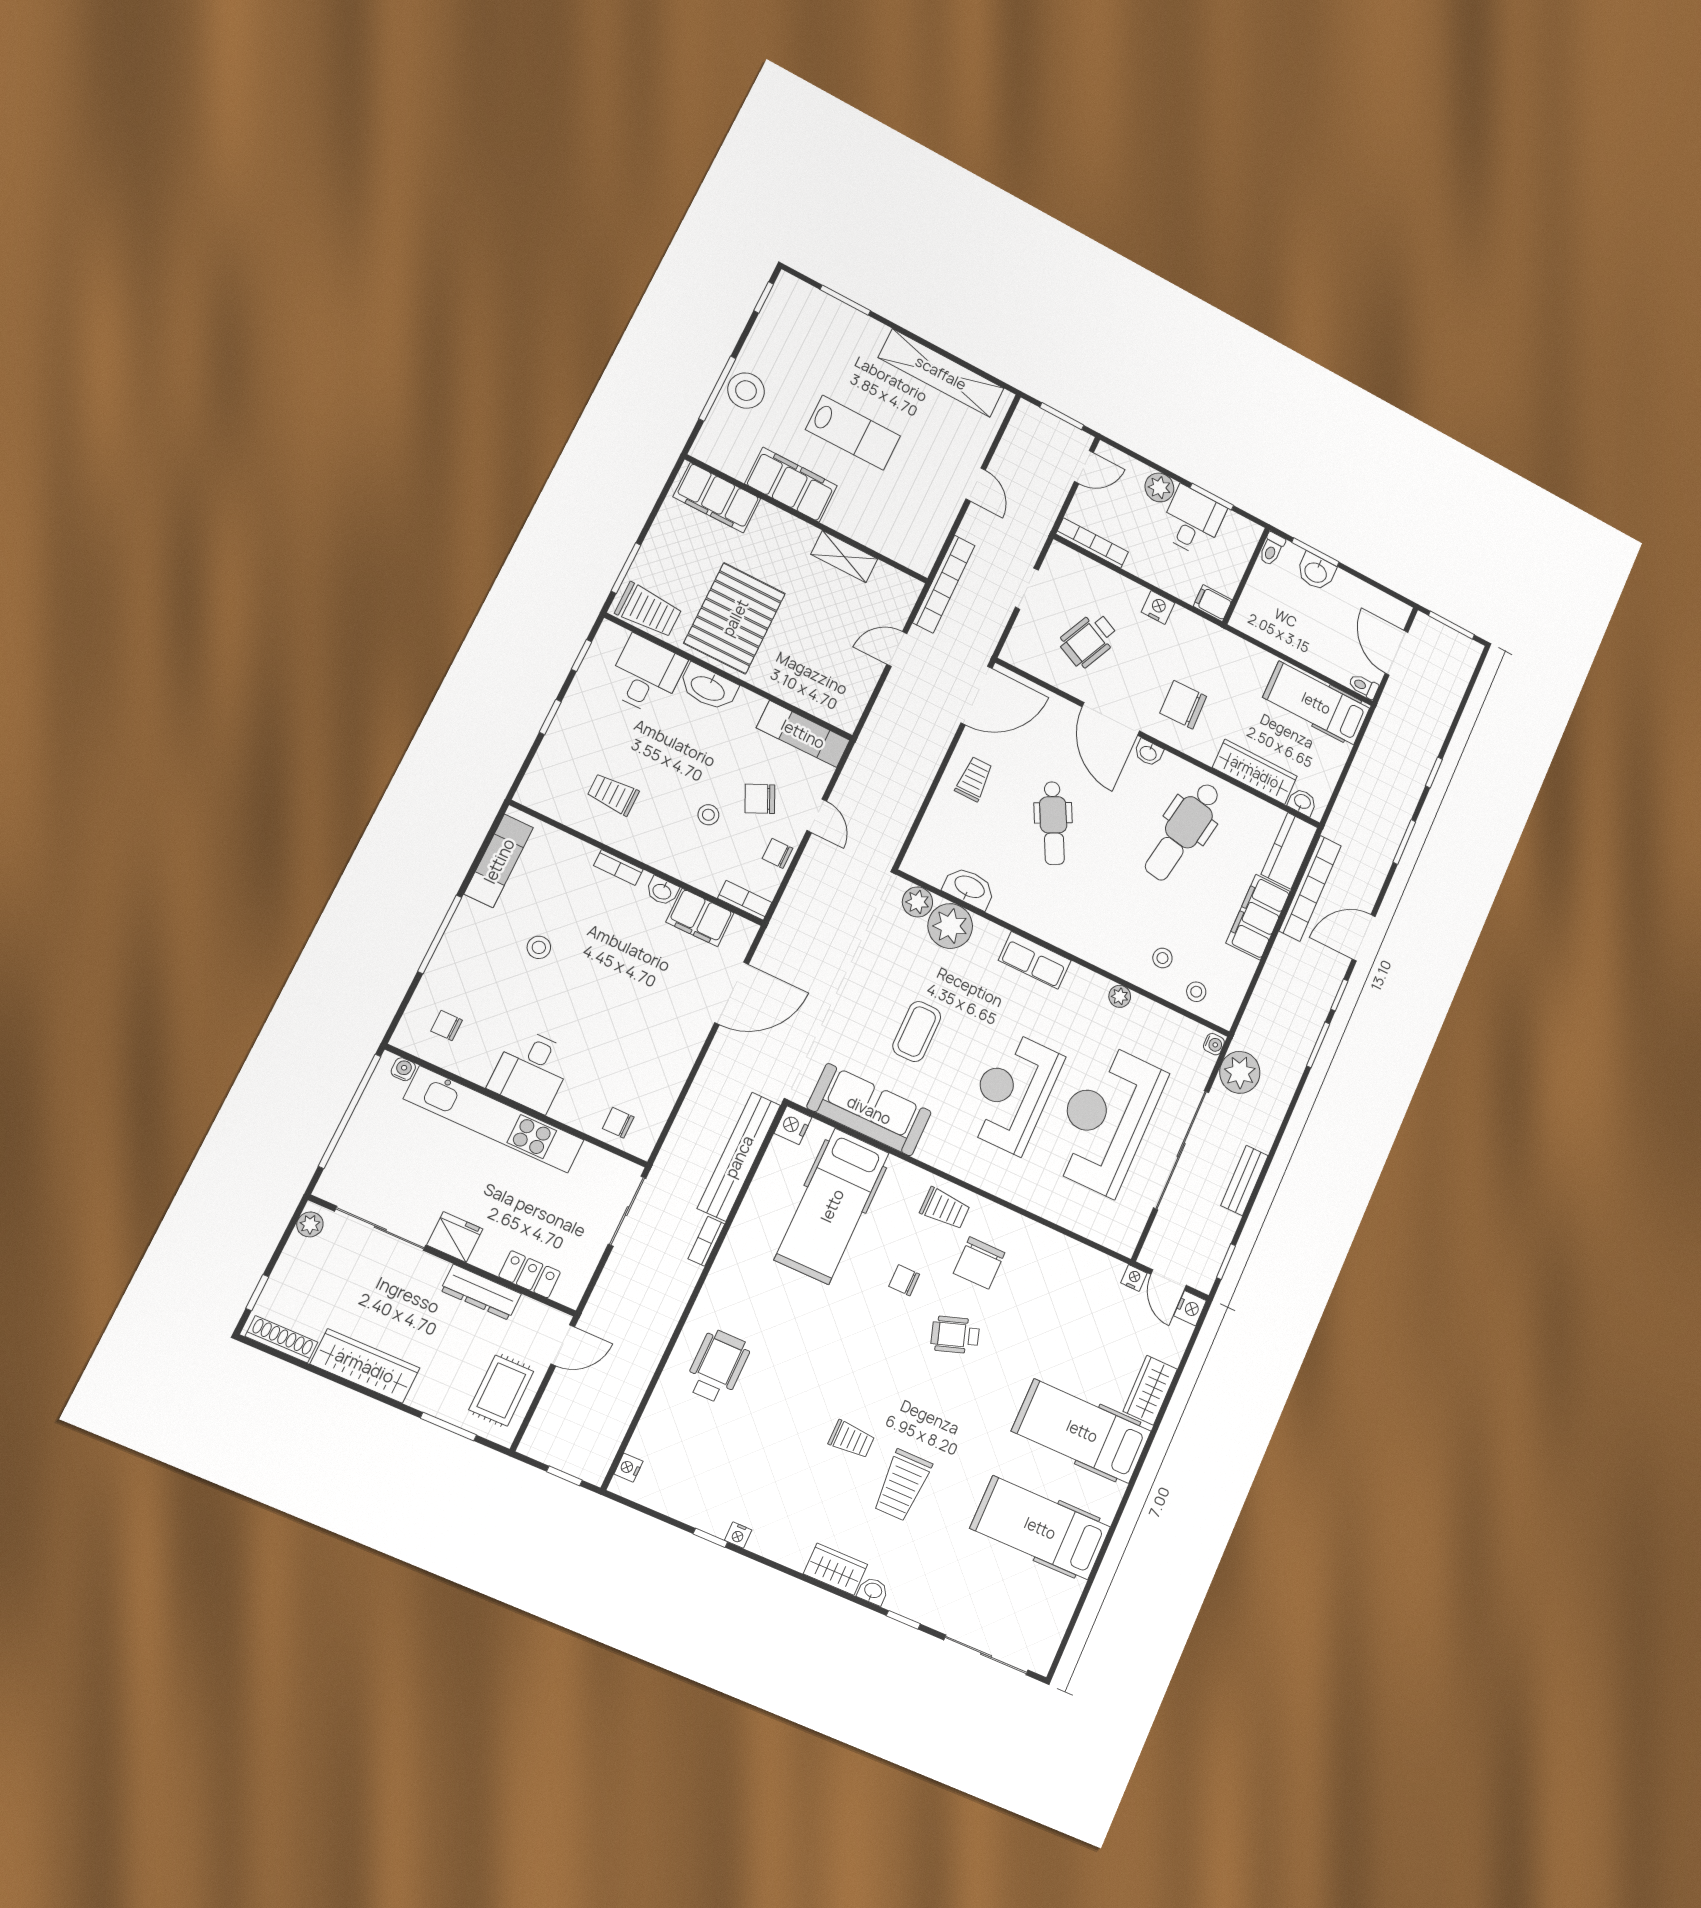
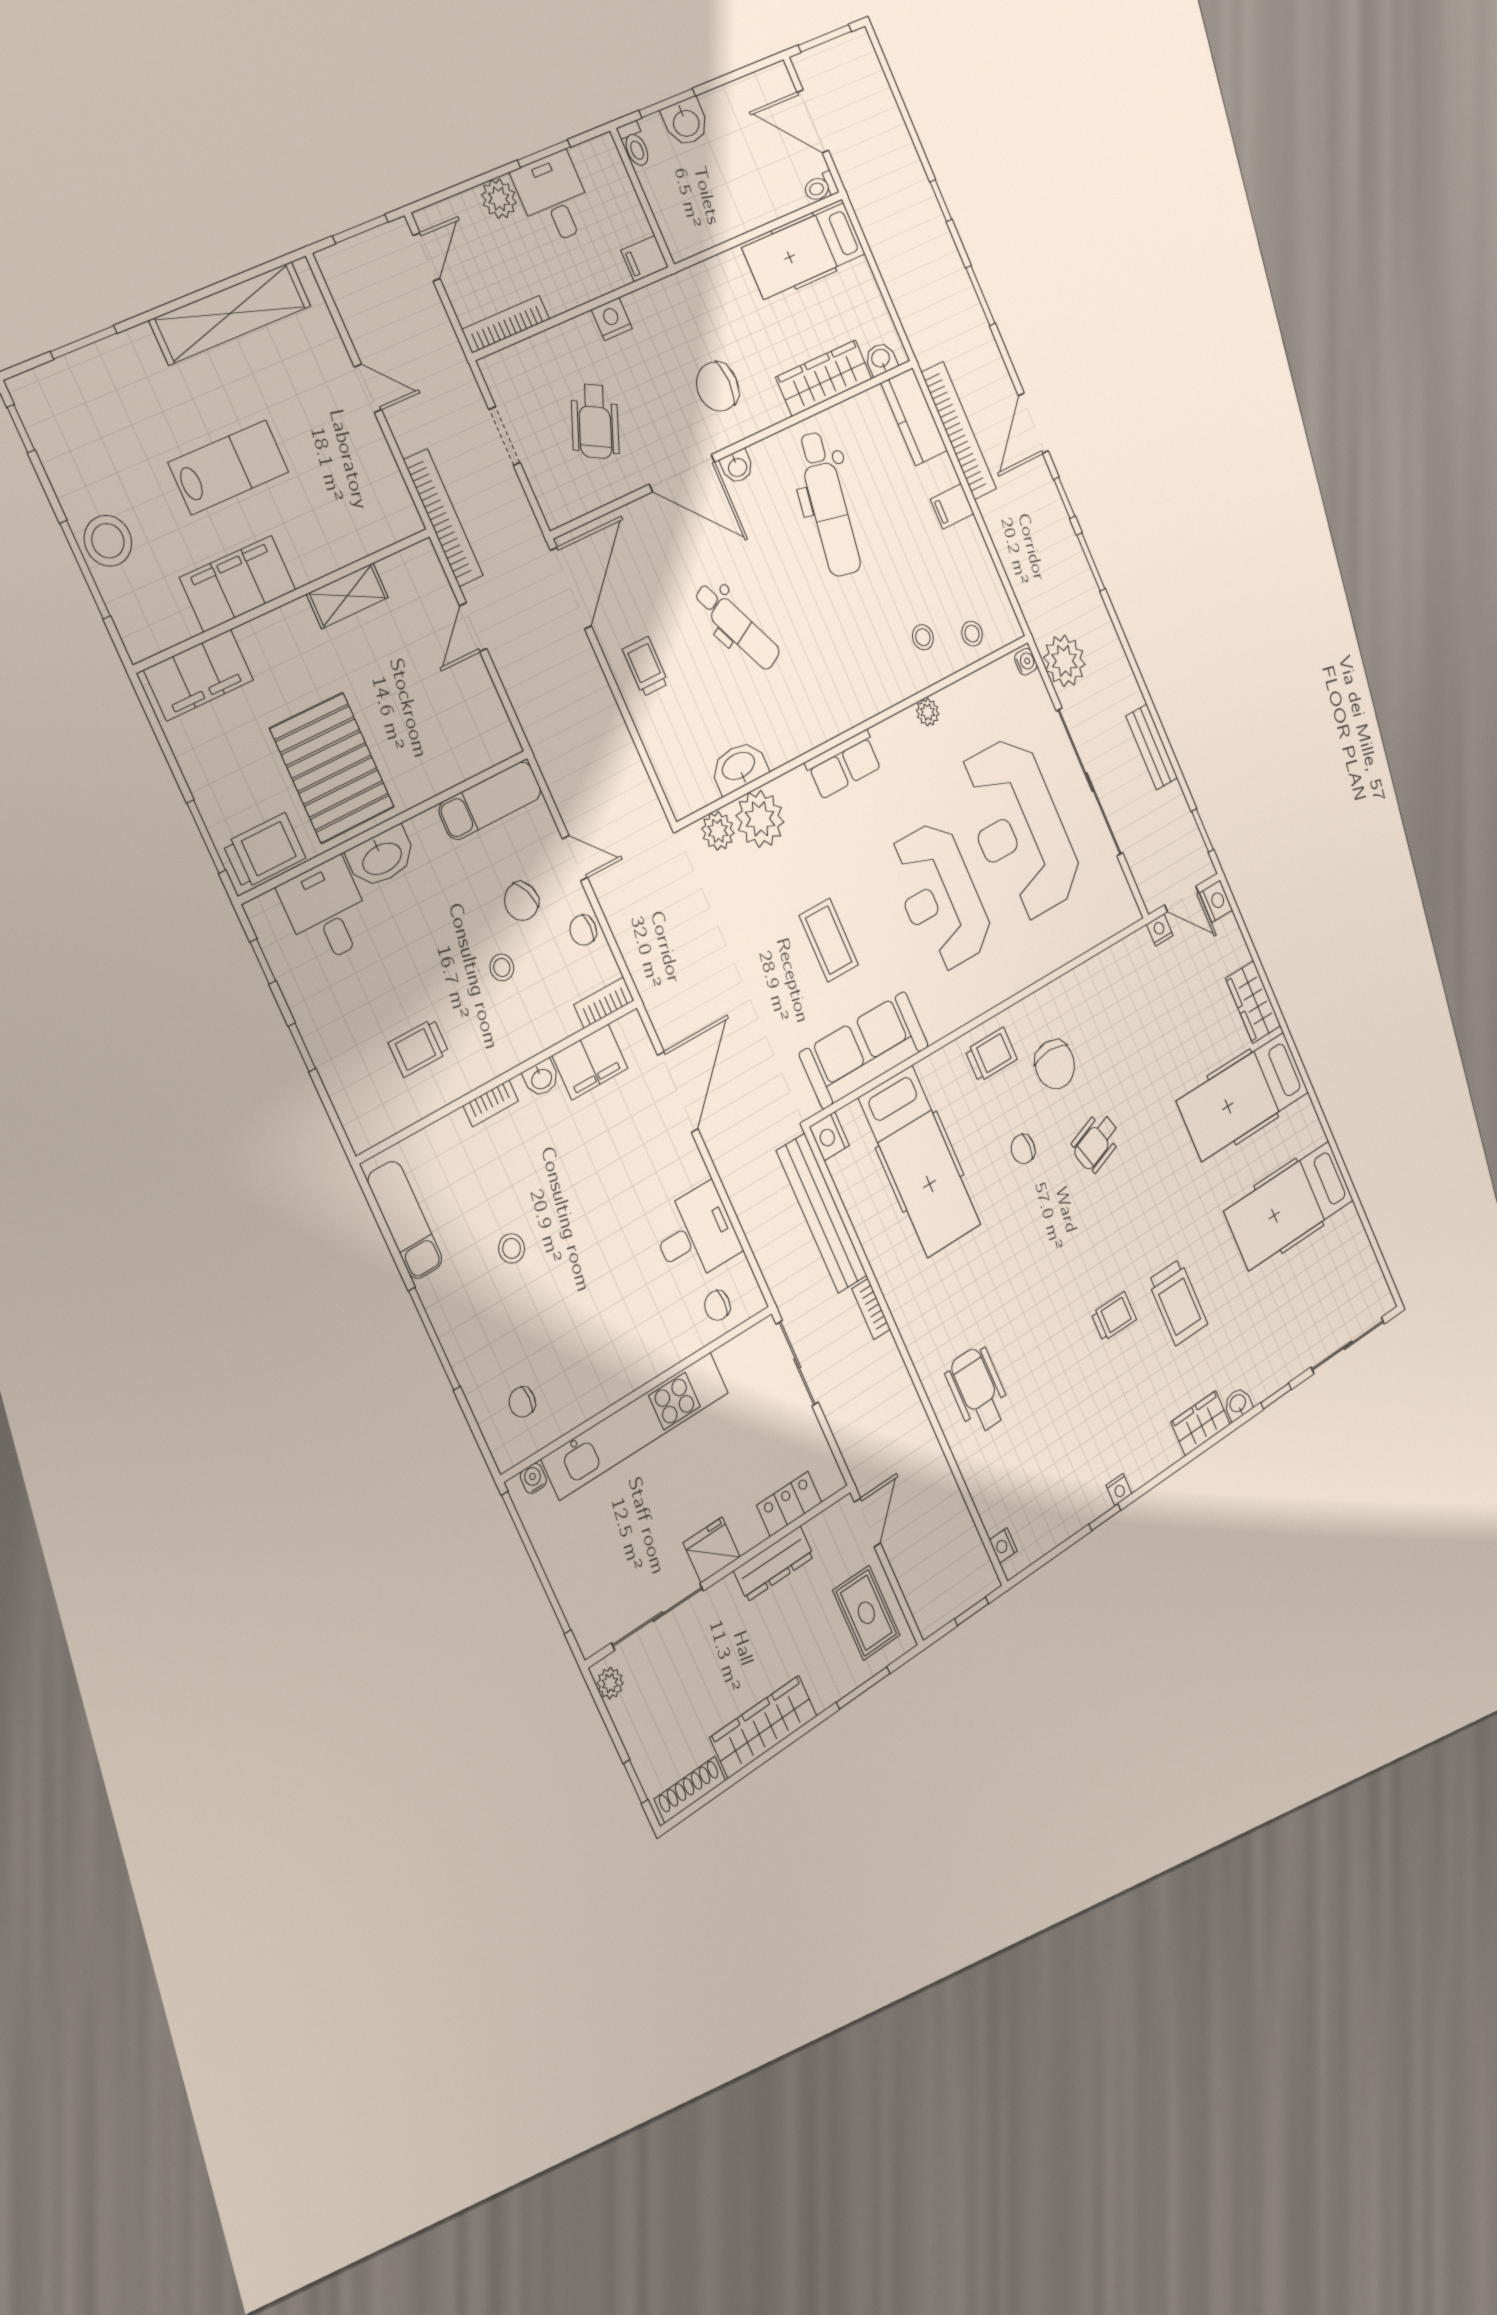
filing cabinet: (1258, 917) -> (952, 506), width x0.33, depth x0.86
desk: (531, 1070) -> (696, 1234), moved, turned -90

